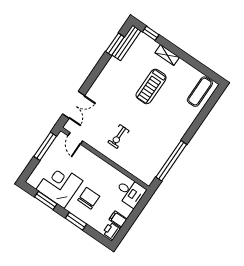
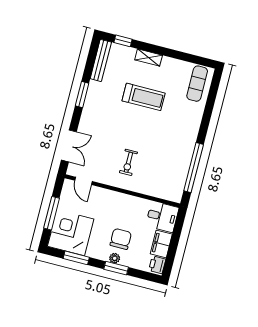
window: (115, 44) -> (82, 94), moved
treadmill: (151, 86) -> (144, 97), turned -90
window: (45, 146) -> (52, 213), moved
corner desk: (60, 185) -> (71, 233), moved
plant: (78, 212) -> (115, 258), added
filing cabinet: (118, 219) -> (161, 244), width x2.00

